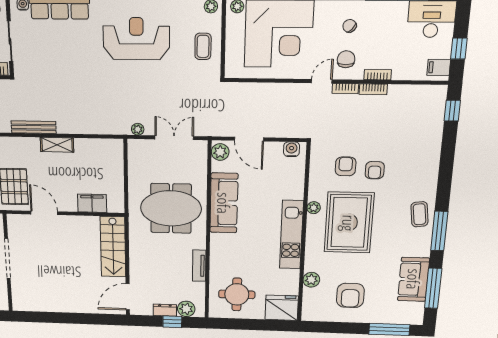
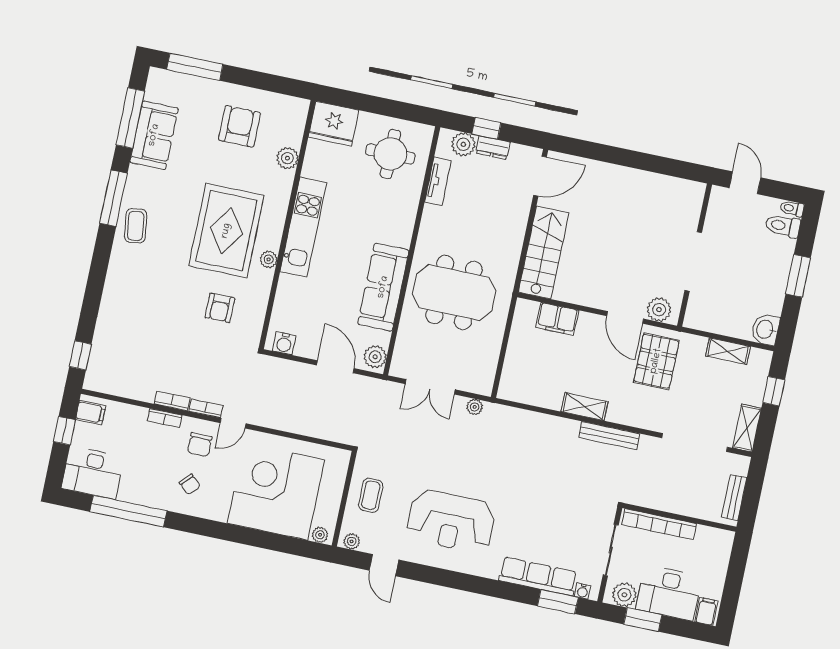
armchair: (375, 170) -> (184, 296), removed
plant: (22, 222) -> (659, 310), added
tv unit: (199, 266) -> (438, 181), moved

